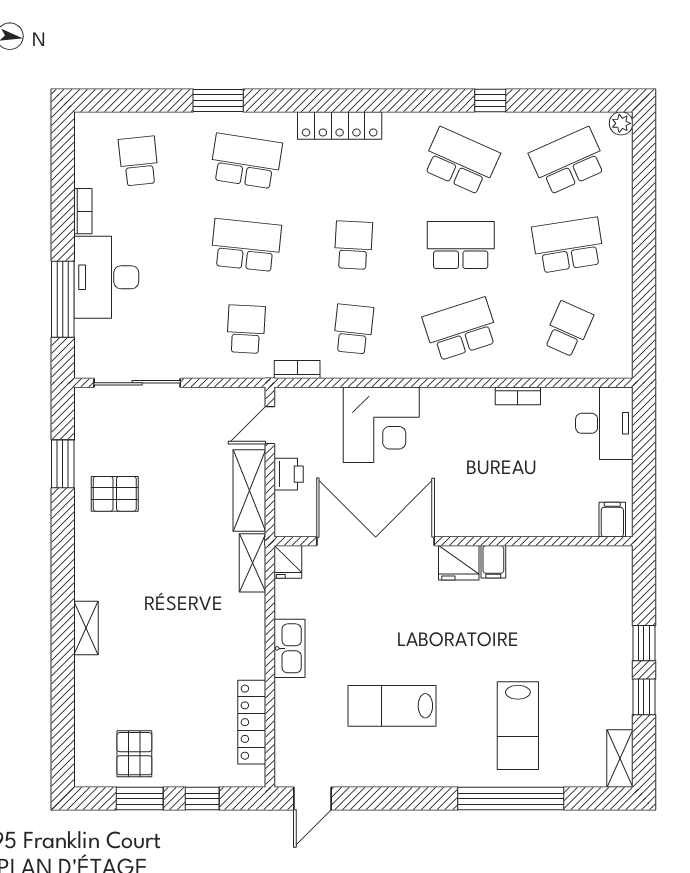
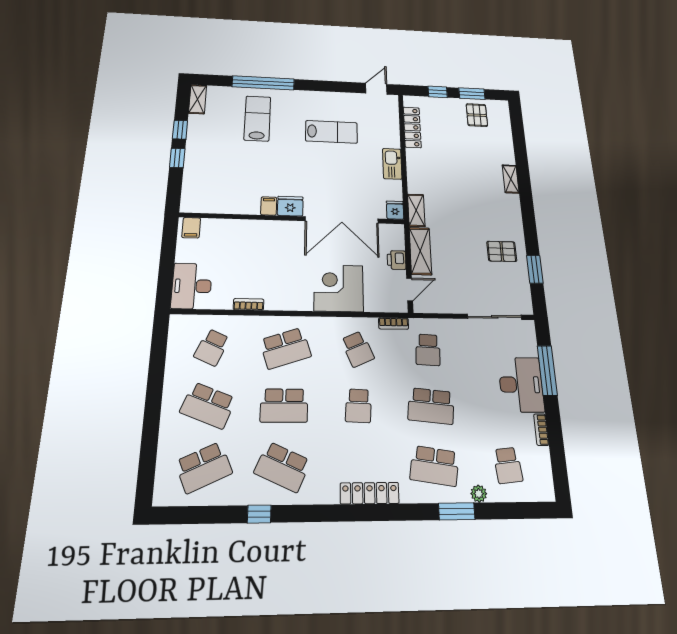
plant: (621, 123) -> (479, 494), moved
school desk: (568, 245) -> (208, 405), turned 30
school desk: (353, 329) -> (358, 349), turned -30

